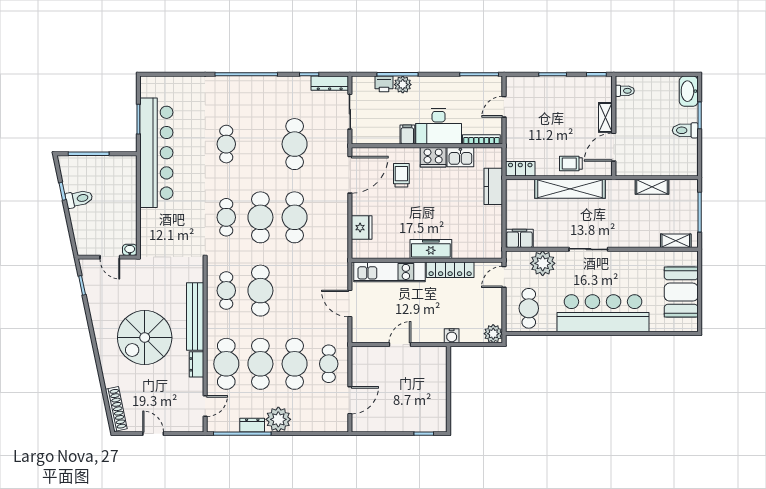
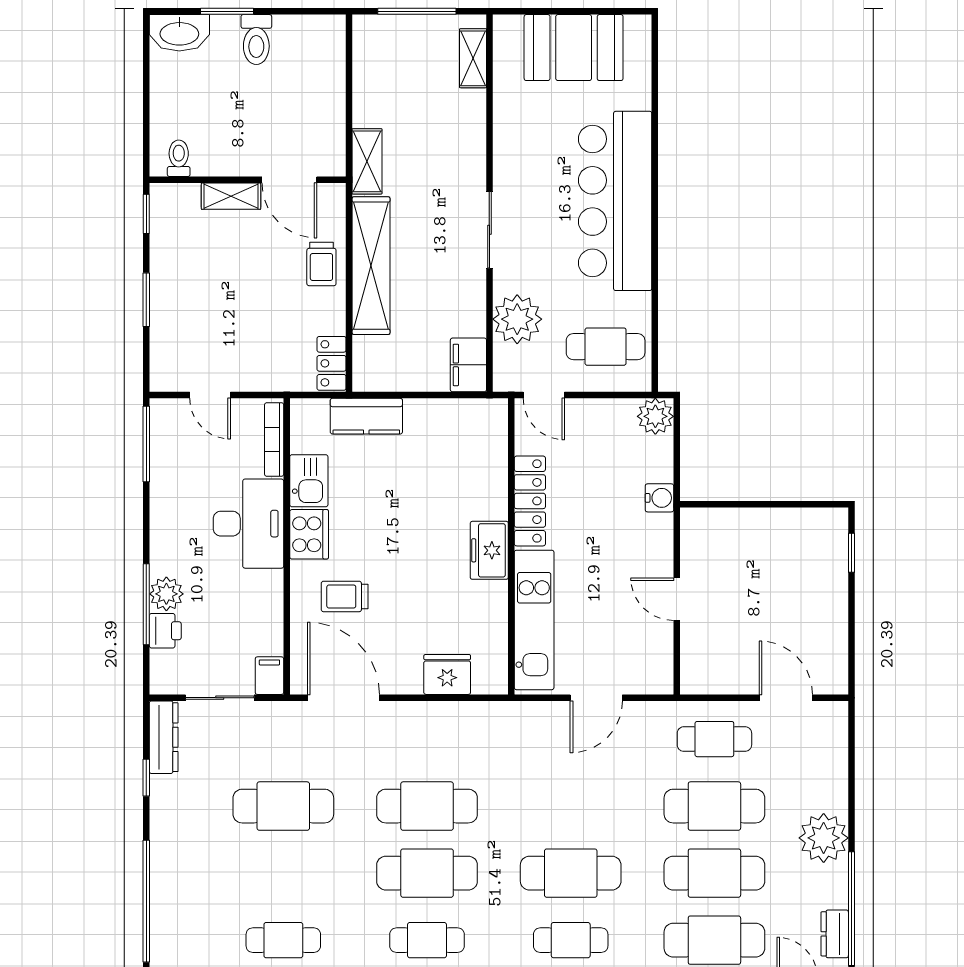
filing cabinet: (407, 135) -> (269, 676), moved, turned 90
shelving: (652, 187) -> (367, 161), moved
freezer: (431, 249) -> (489, 550), width x0.71
dresser: (252, 425) -> (835, 934), moved

